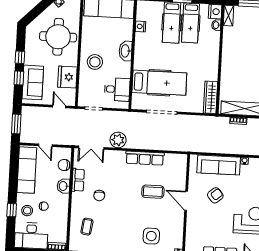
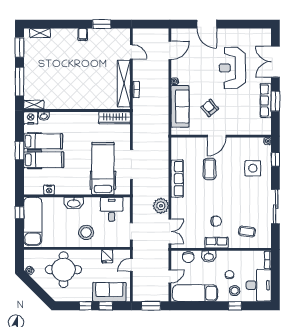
fridge: (67, 77) -> (107, 256), width x0.53, depth x0.75
row of seats: (78, 180) -> (217, 243), moved

